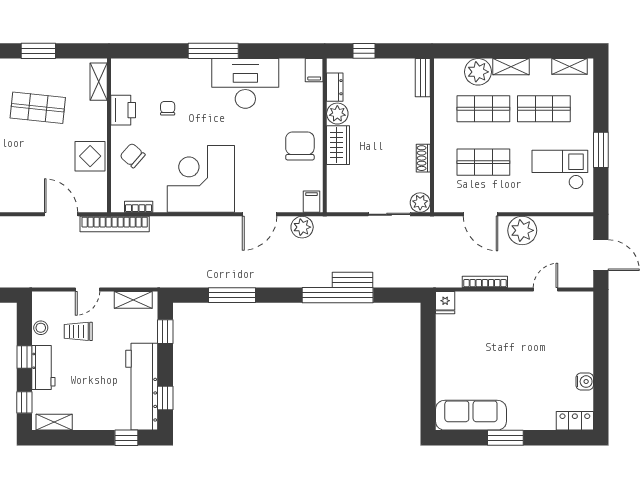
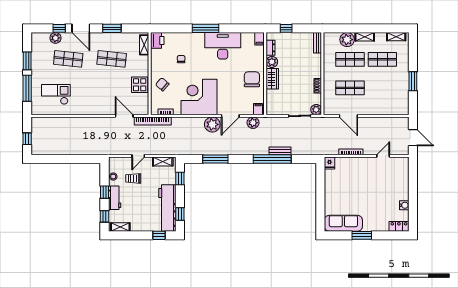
printer: (123, 110) -> (157, 40), moved
checkout: (560, 170) -> (391, 92), removed
plant: (522, 230) -> (212, 124), moved

